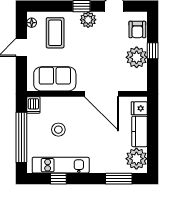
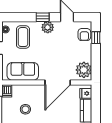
window: (153, 51) -> (96, 38), moved
plant: (137, 57) -> (84, 70), moved
door: (102, 94) -> (58, 83), hinge flipped

